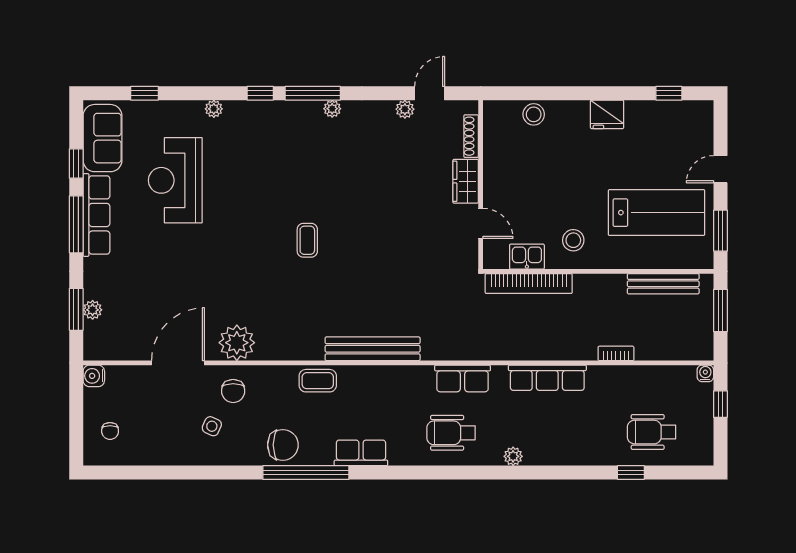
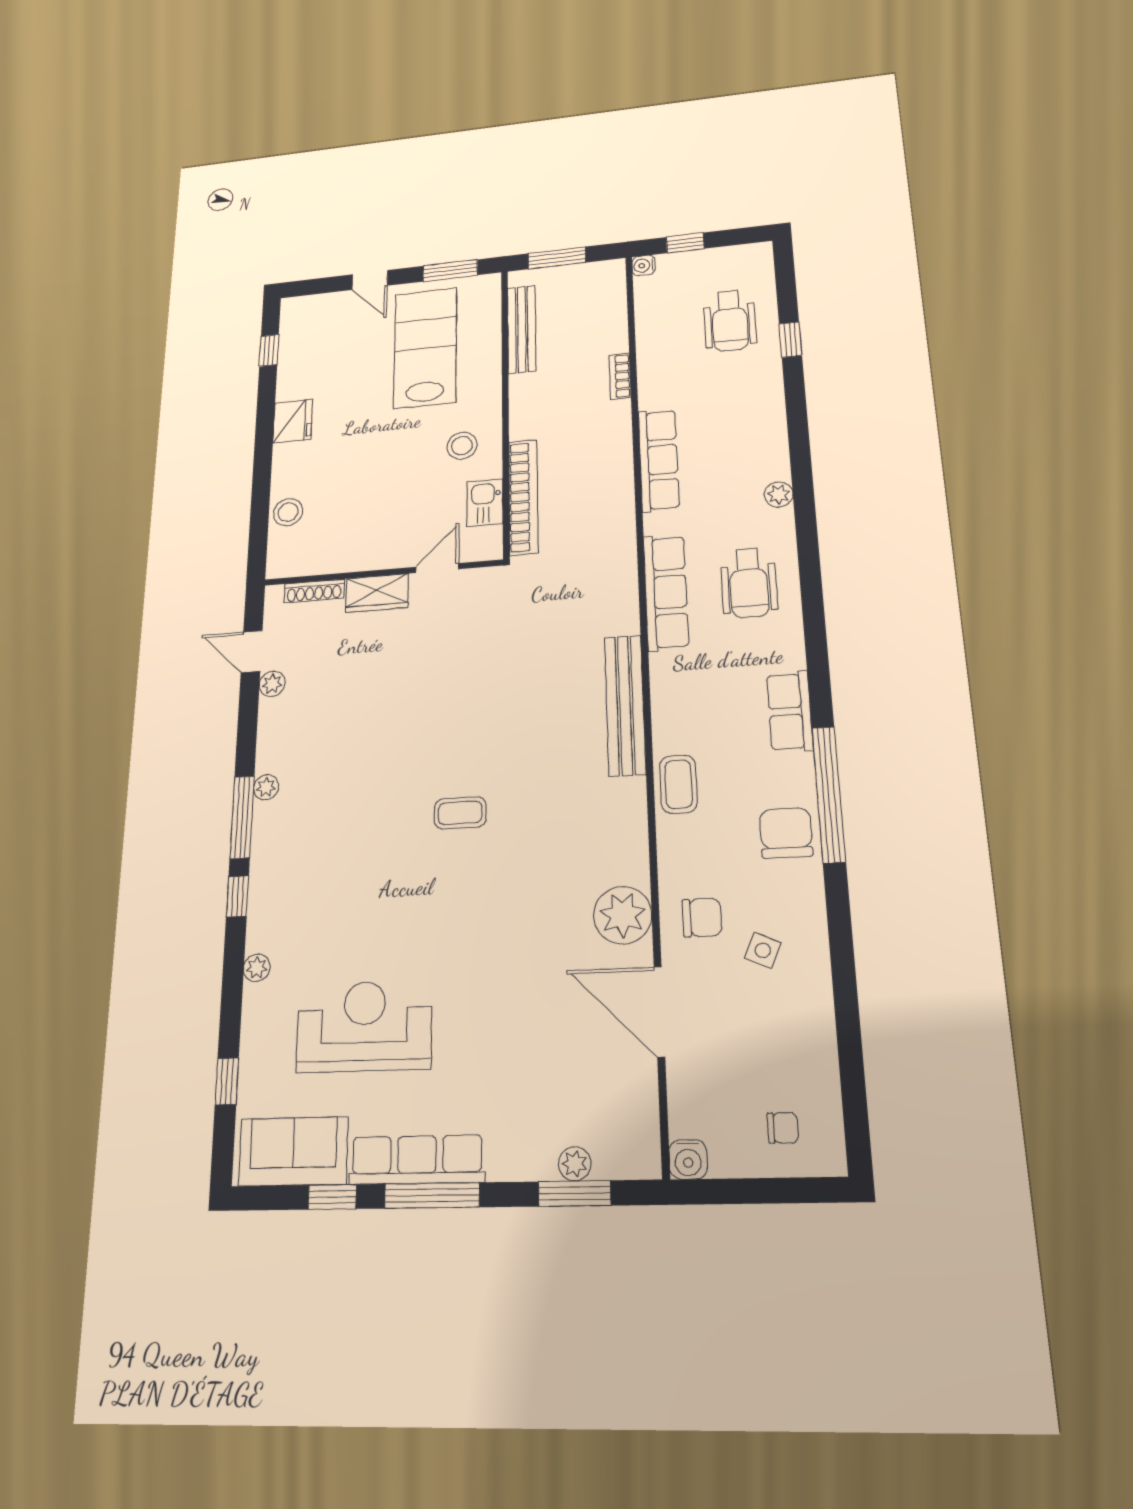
reception desk: (175, 180) -> (364, 1026), turned 180
row of seats: (463, 378) -> (666, 592), width x1.48

